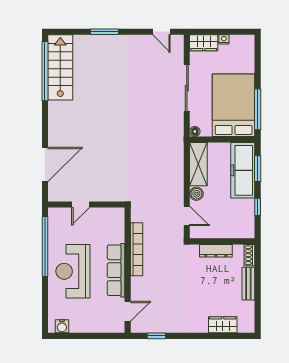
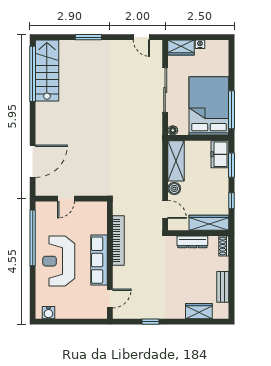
freezer: (243, 170) -> (220, 154), width x0.52, depth x0.79
wardrobe: (234, 230) -> (209, 223), added
bench: (248, 284) -> (223, 287), moved
window: (156, 336) -> (150, 322), moved

